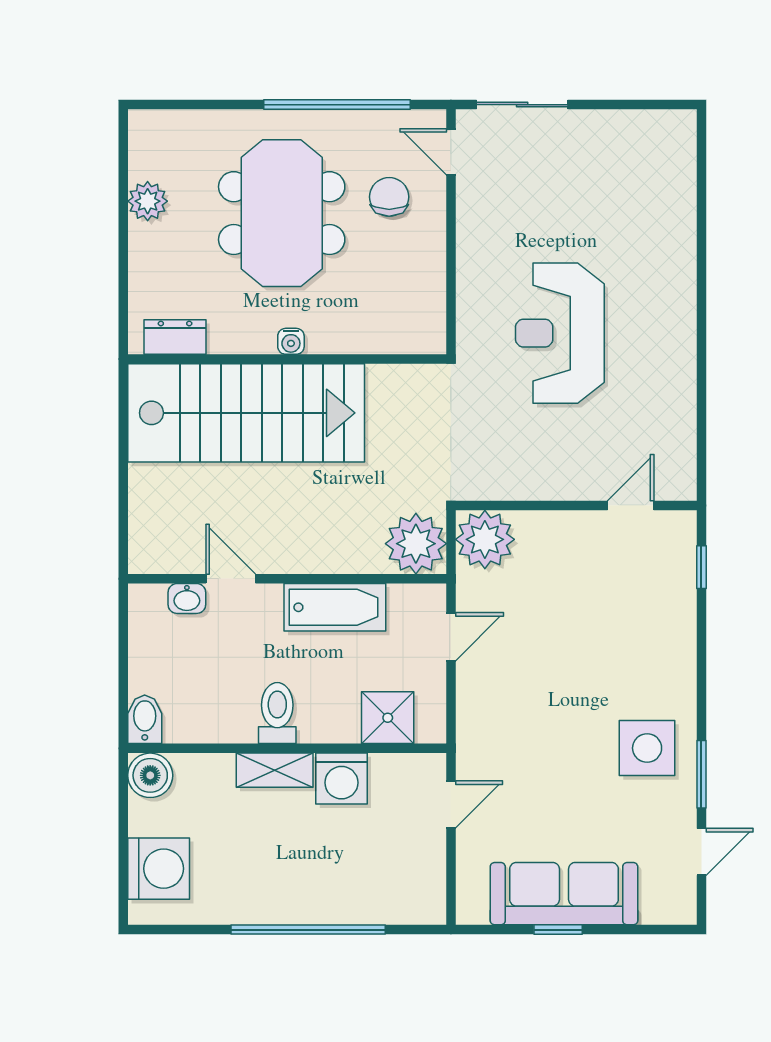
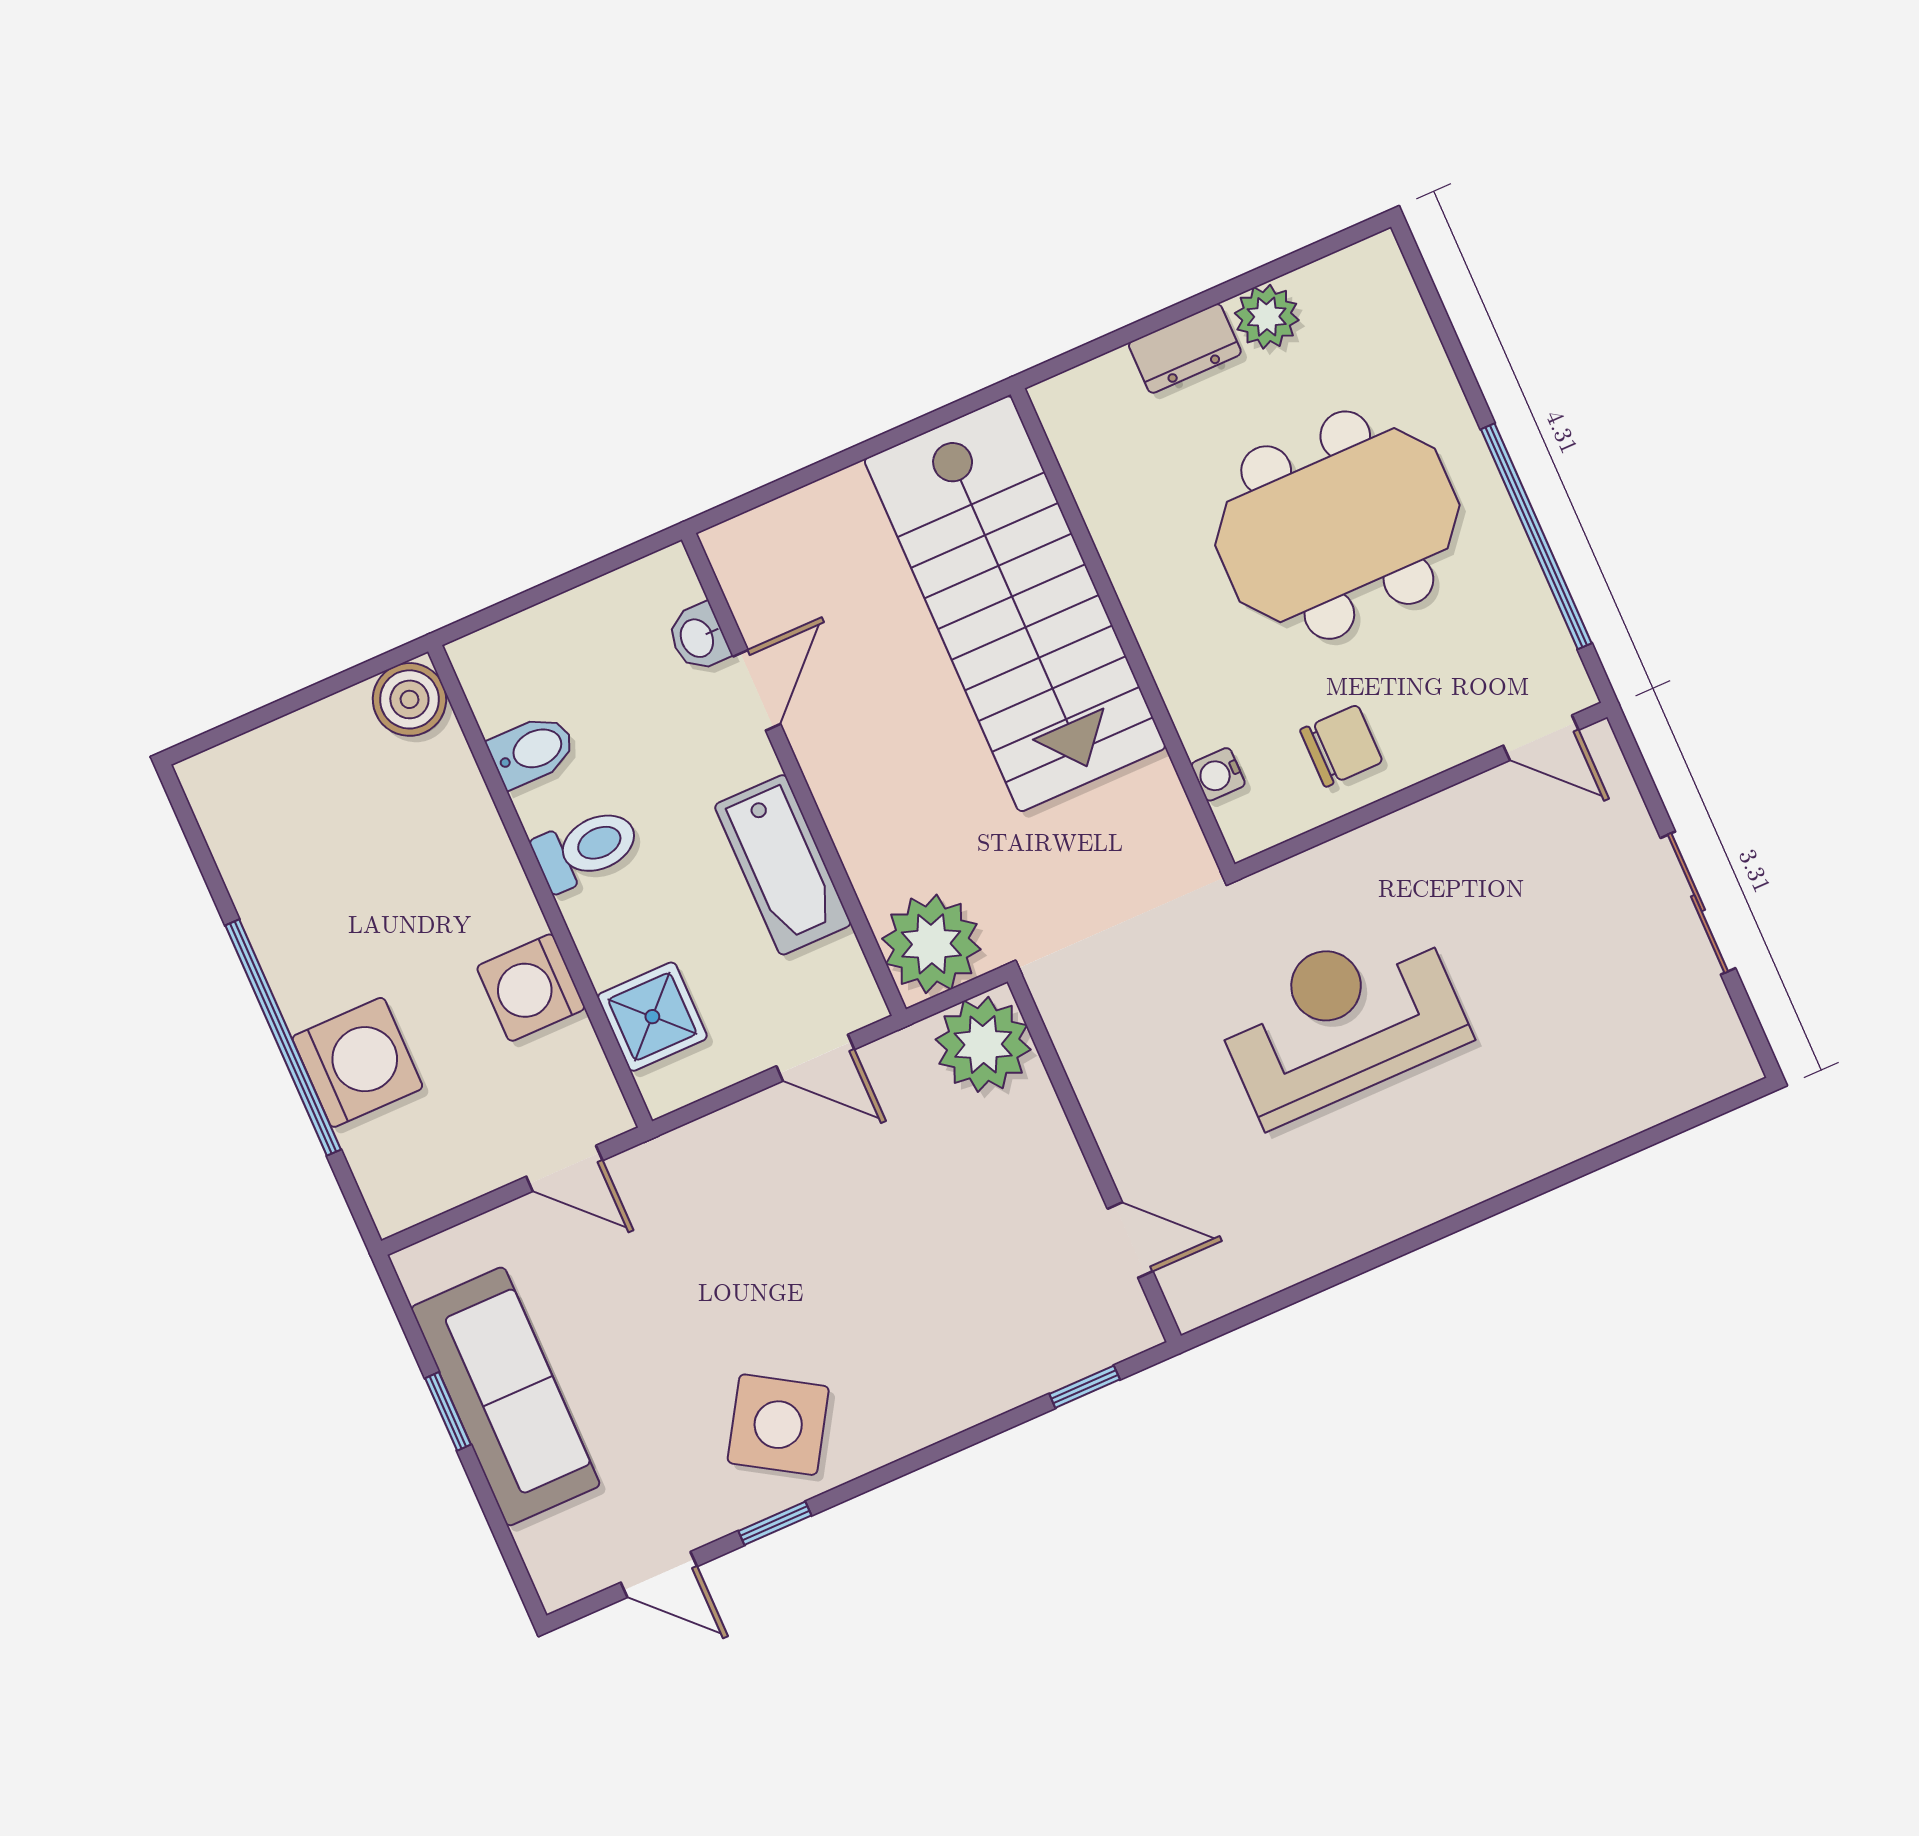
sliding door: (522, 105) -> (1698, 903), moved
door: (451, 152) -> (1541, 738), swing flipped
chair: (389, 197) -> (1341, 746), moved
dresser: (175, 337) -> (1185, 348), moved, turned 90
water cooler: (291, 341) -> (1218, 774), moved
bidet: (145, 719) -> (532, 751), moved
side table: (647, 748) -> (778, 1425), turned 32
shelving: (275, 770) -> (499, 882), removed
window: (701, 774) -> (775, 1523), width x0.67
washing machine: (159, 869) -> (357, 1062), moved, turned -90

